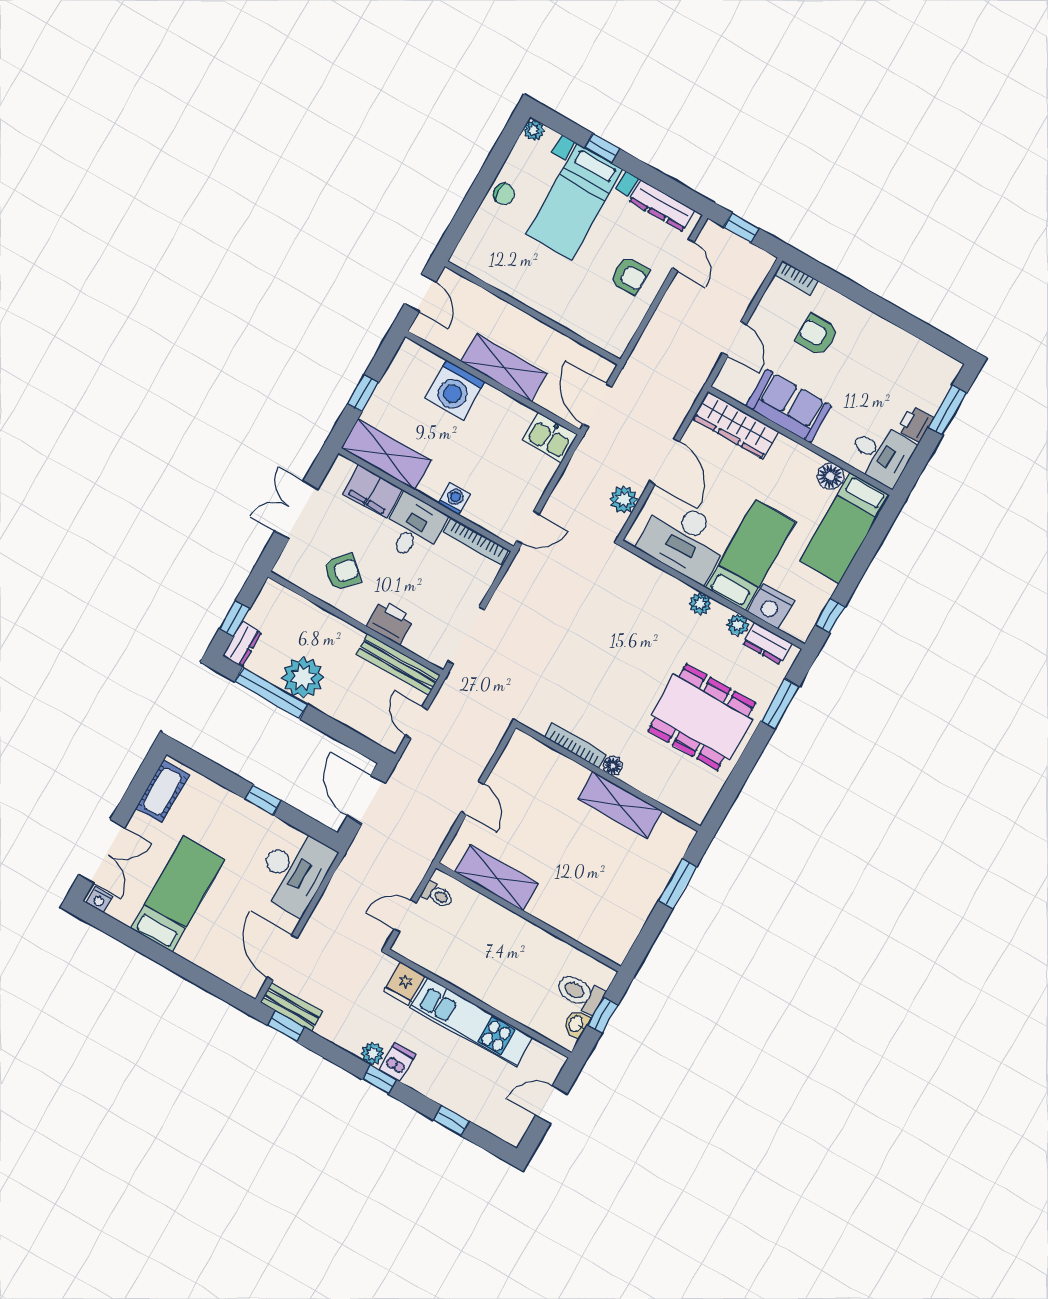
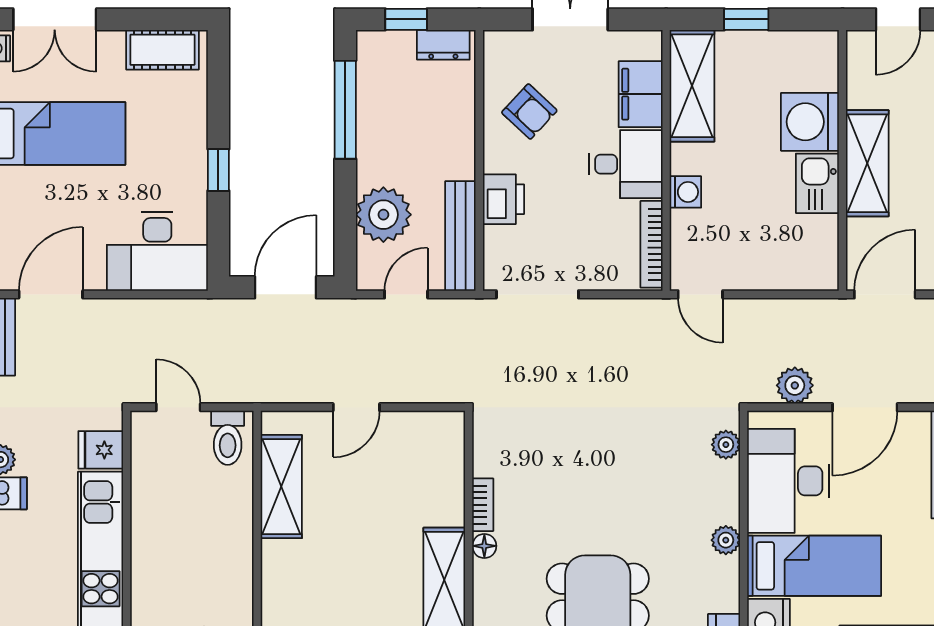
kitchen sink: (550, 438) -> (817, 183), moved
plant: (738, 625) -> (726, 445), moved
dresser: (242, 644) -> (443, 45), moved
plant: (303, 678) -> (383, 215), moved
bookcase: (575, 746) -> (483, 505), width x0.64
toilet: (437, 895) -> (228, 438), width x1.37, depth x1.39

